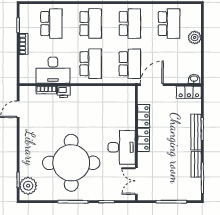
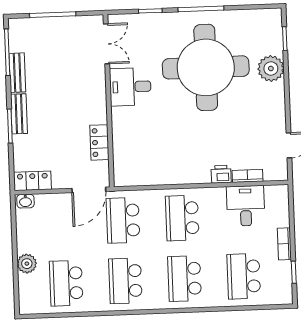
desk: (53, 70) -> (246, 206), width x0.73
bench: (196, 132) -> (19, 114), width x0.73
locker: (143, 140) -> (98, 106), removed
desk: (122, 147) -> (130, 87), width x0.73
plant: (28, 186) -> (271, 69), moved

